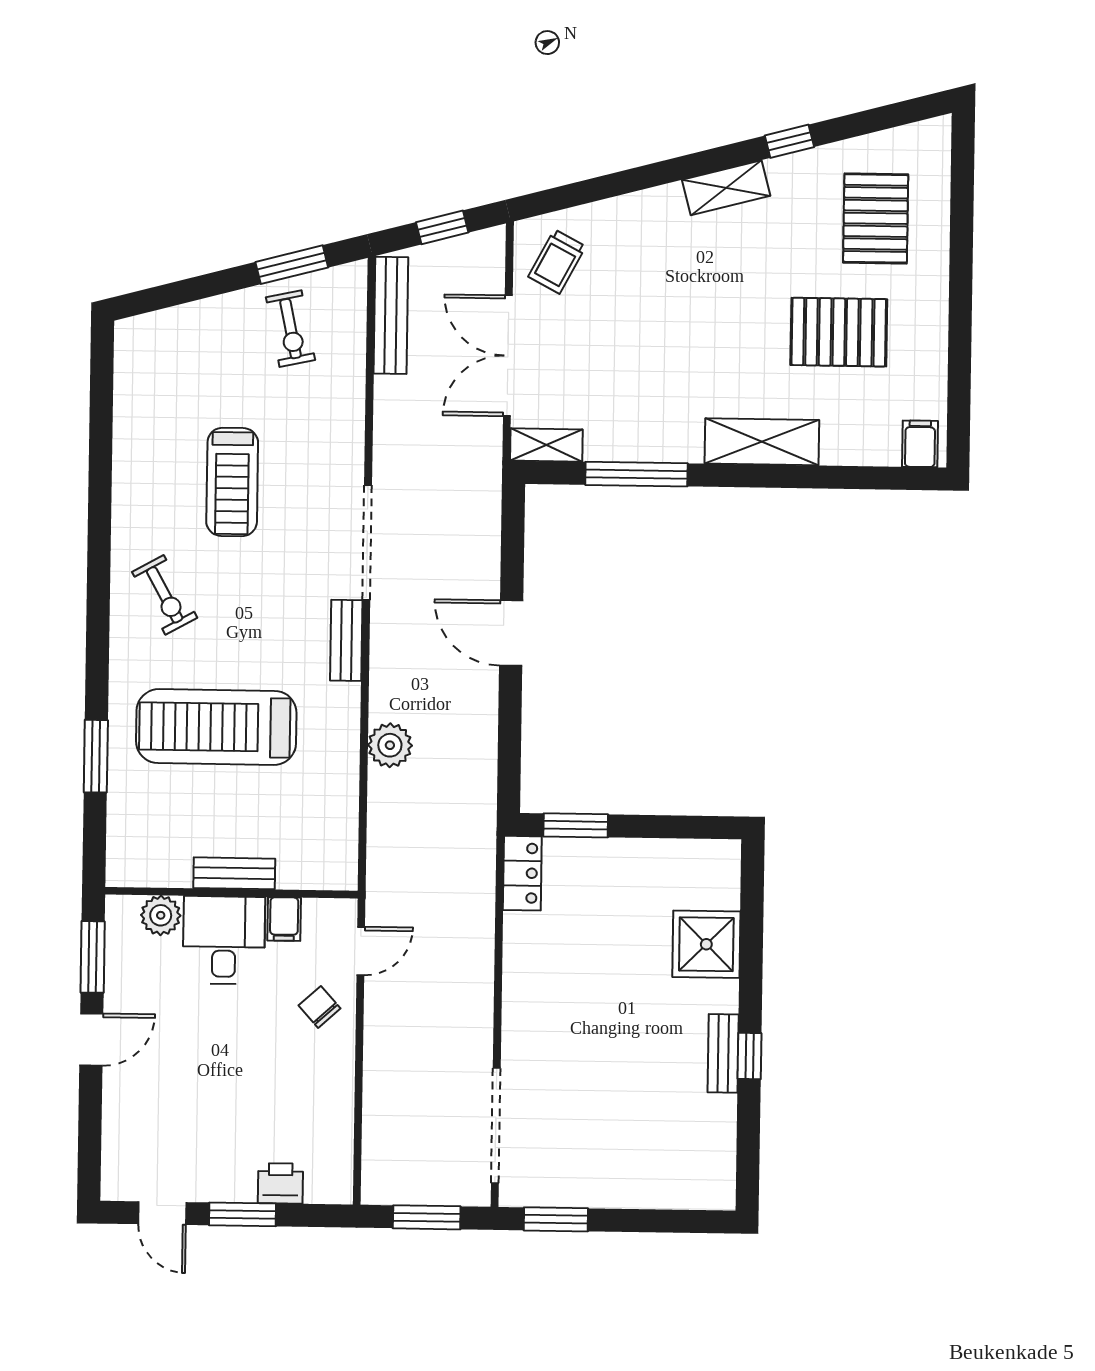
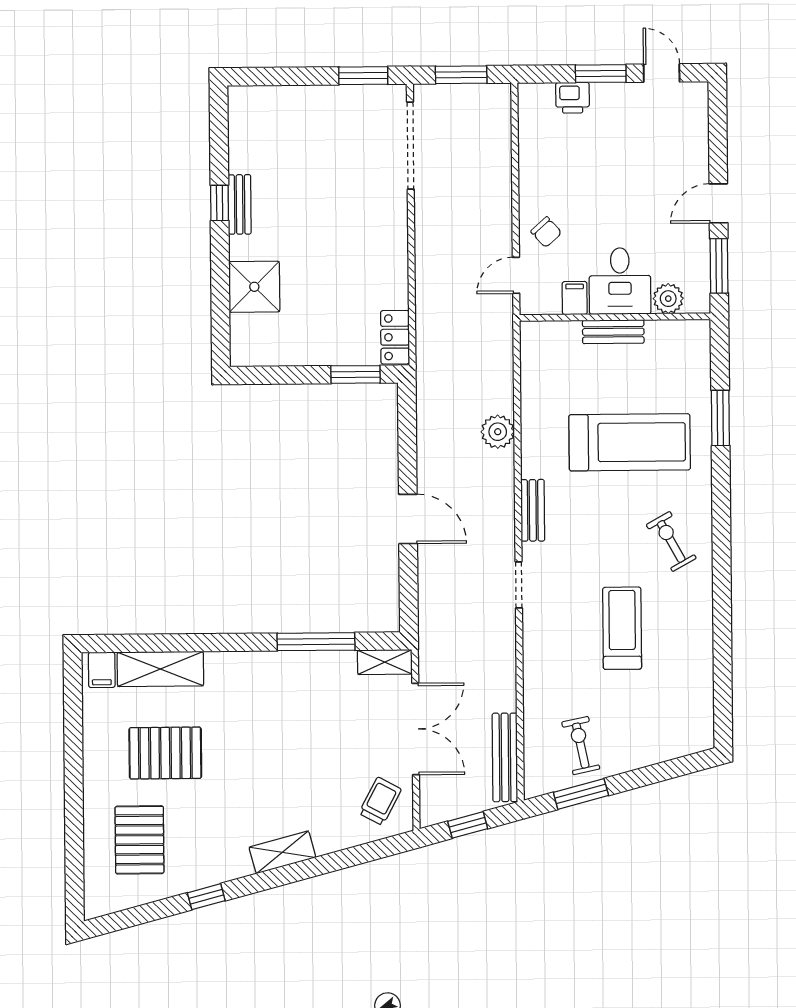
shelving: (726, 188) -> (282, 852), moved
shelving: (762, 442) -> (160, 669), moved
doorway: (367, 542) -> (519, 585), width x0.53

